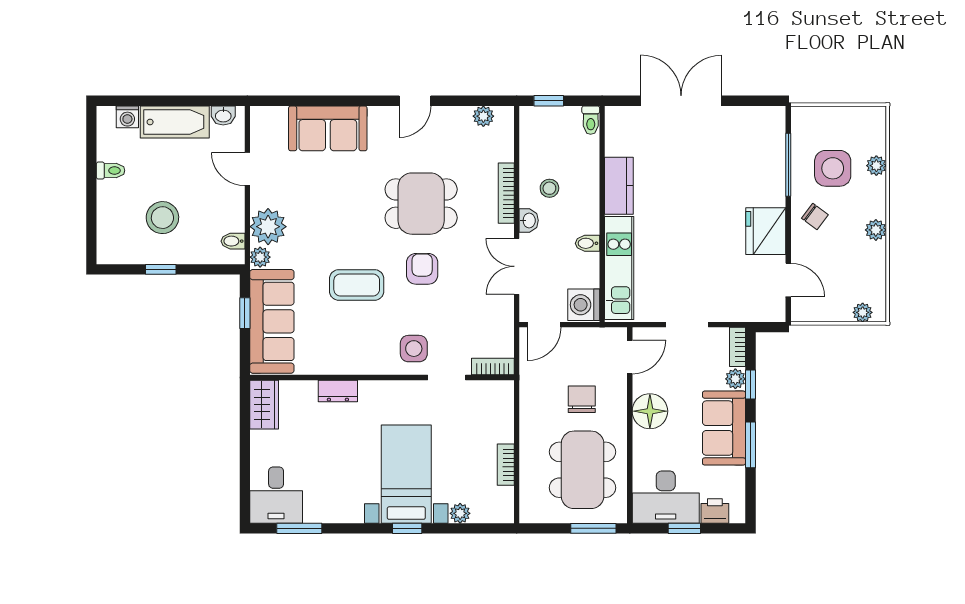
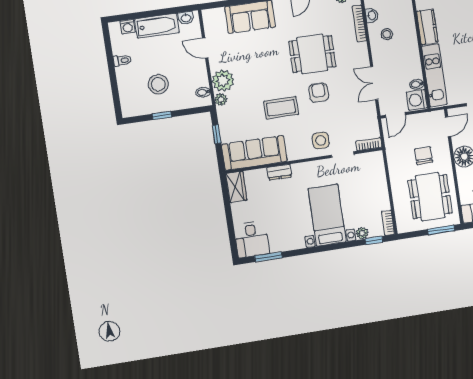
bookcase: (506, 193) -> (359, 23), moved
washbasin: (529, 220) -> (372, 15), moved
bidet: (587, 243) -> (417, 84), moved
sofa: (272, 321) -> (254, 153), moved, turned -90
bookcase: (506, 465) -> (388, 223), moved
window: (407, 528) -> (374, 240), moved

